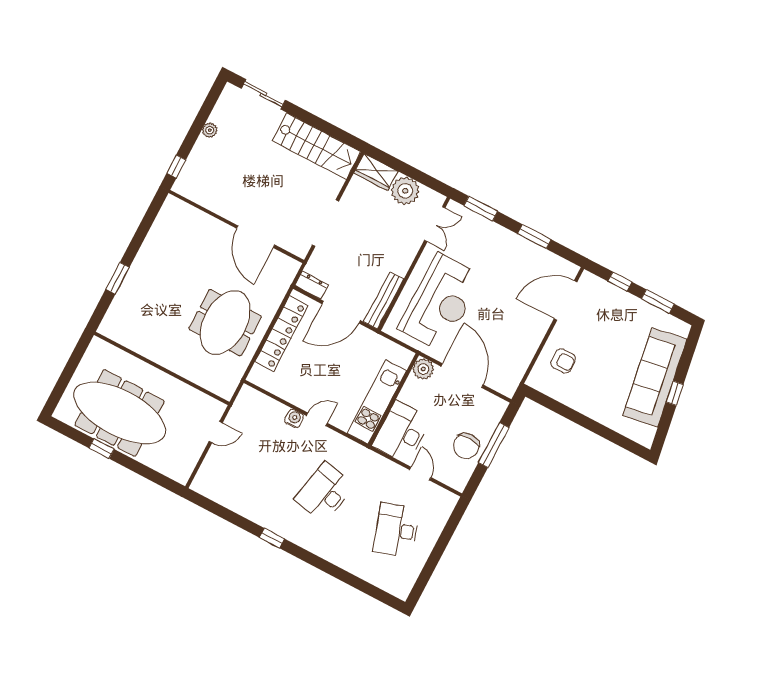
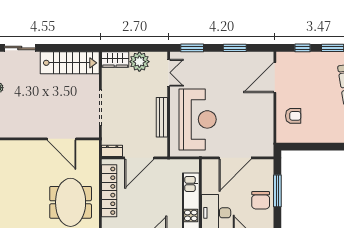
bench: (384, 300) -> (162, 117), moved
plant: (423, 369) -> (209, 166), removed
door: (462, 376) -> (235, 158), swing flipped

